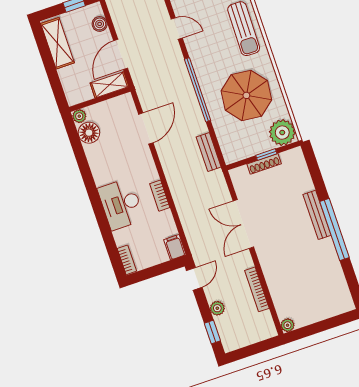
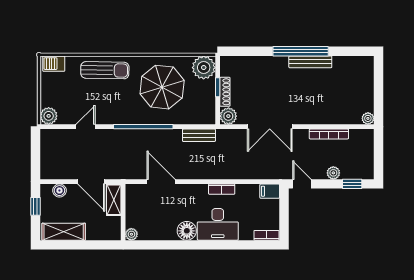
floor lamp: (89, 133) -> (187, 231), moved
plant: (240, 176) -> (228, 116), added
bench: (317, 215) -> (310, 62), moved

